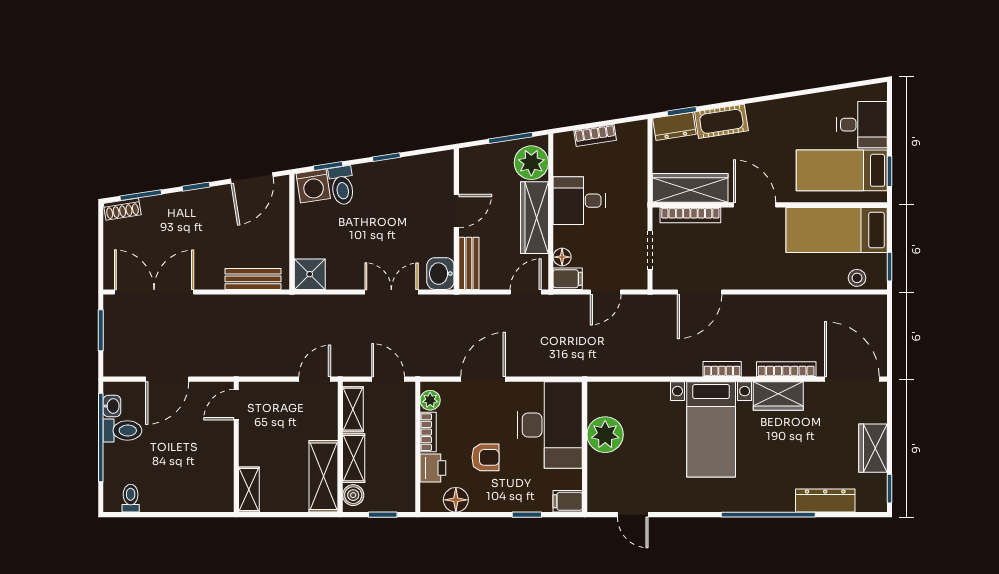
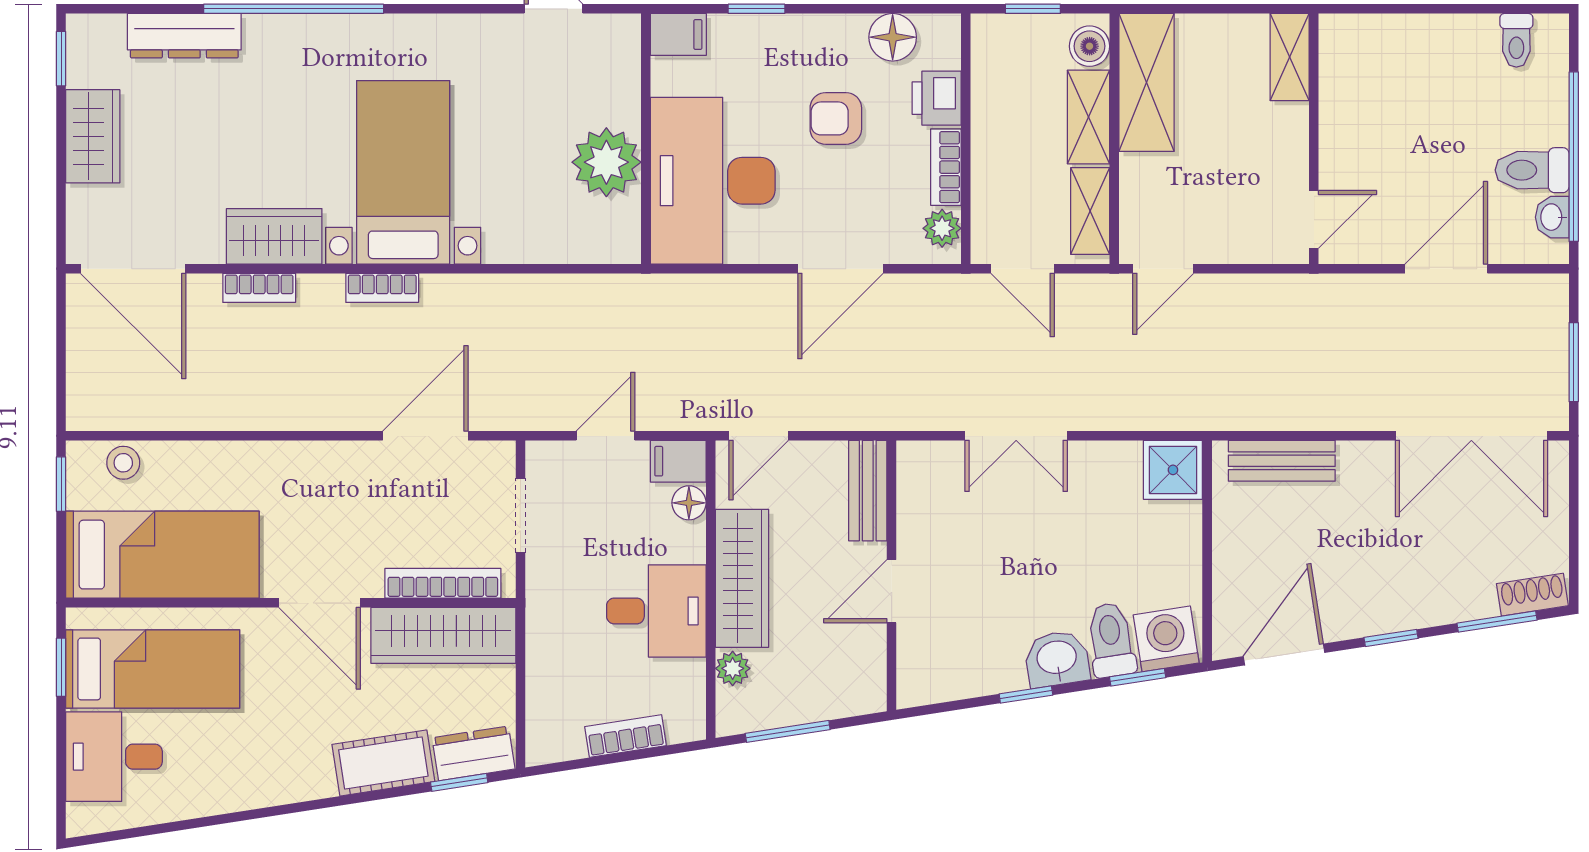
plant: (531, 163) -> (733, 668), width x0.53, depth x0.53
washbasin: (440, 274) -> (1057, 659), moved, turned -99
bookcase: (786, 369) -> (259, 288), width x0.64

